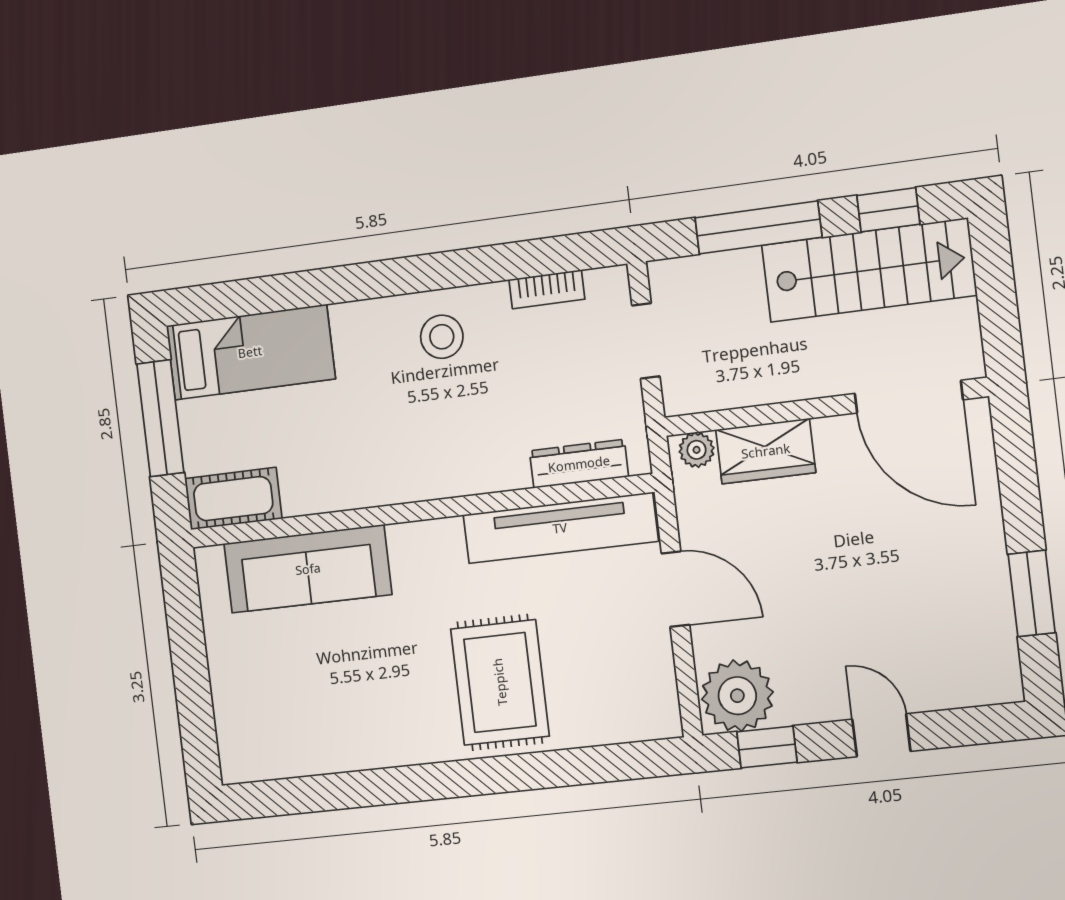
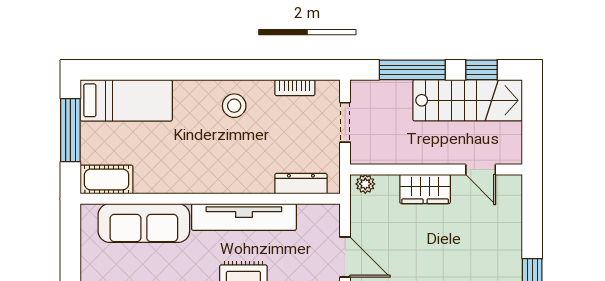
door: (909, 397) -> (481, 170), width x0.53
wardrobe: (766, 451) -> (425, 189), moved
tv unit: (560, 528) -> (244, 217), moved

